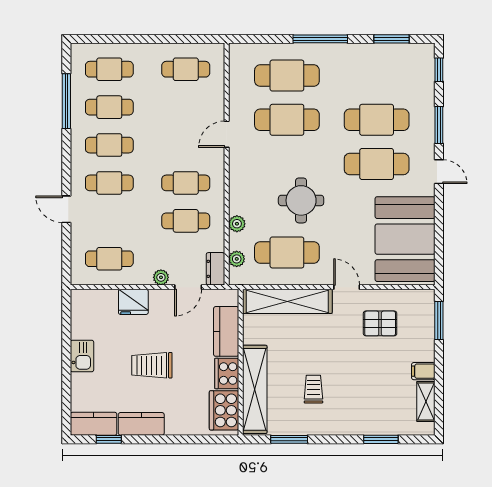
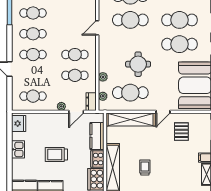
door: (347, 287) -> (163, 112), swing flipped
fridge: (133, 302) -> (19, 123), moved, turned -90
pallet: (380, 323) -> (181, 132), turned 90

